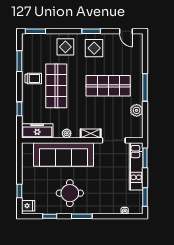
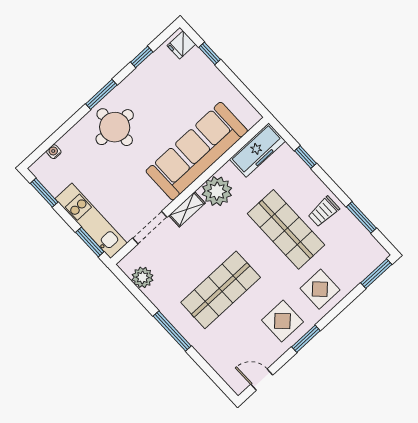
plant: (137, 110) -> (142, 277), moved
plant: (67, 133) -> (217, 191), width x1.87, depth x1.87
round table: (70, 193) -> (115, 127), moved

